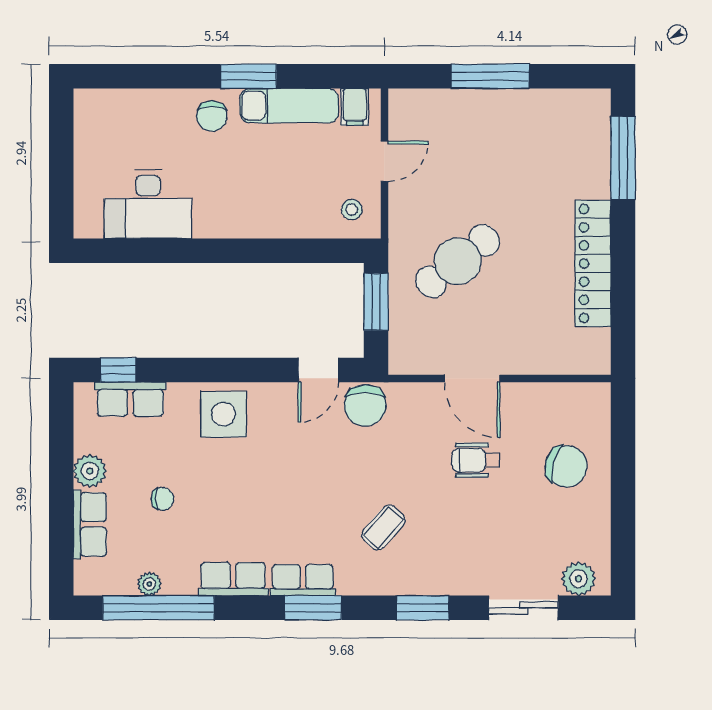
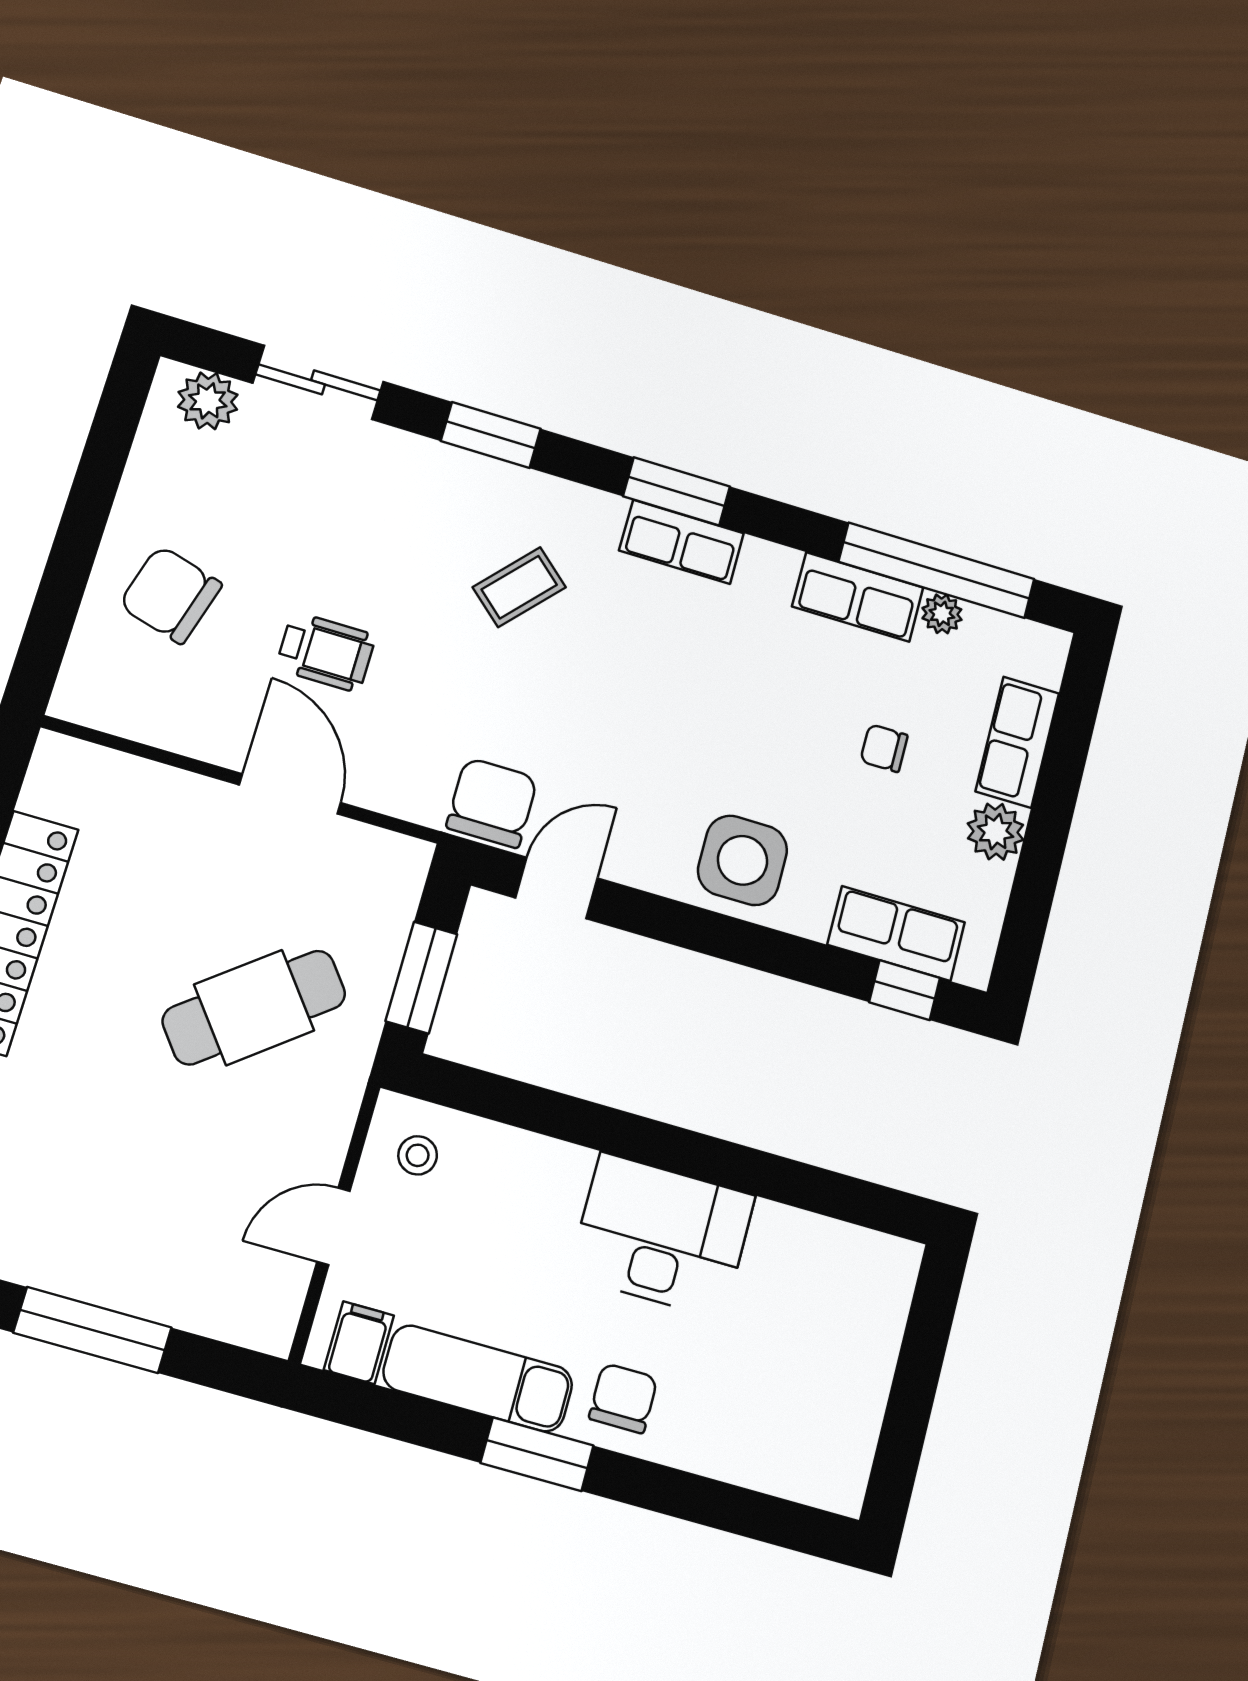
desk: (148, 204) -> (662, 1236), moved
row of seats: (233, 579) -> (858, 597), moved

